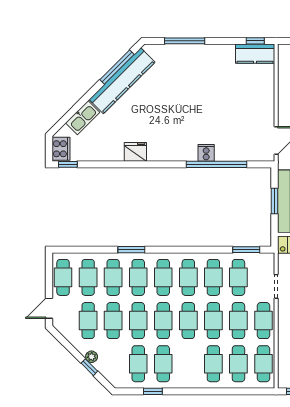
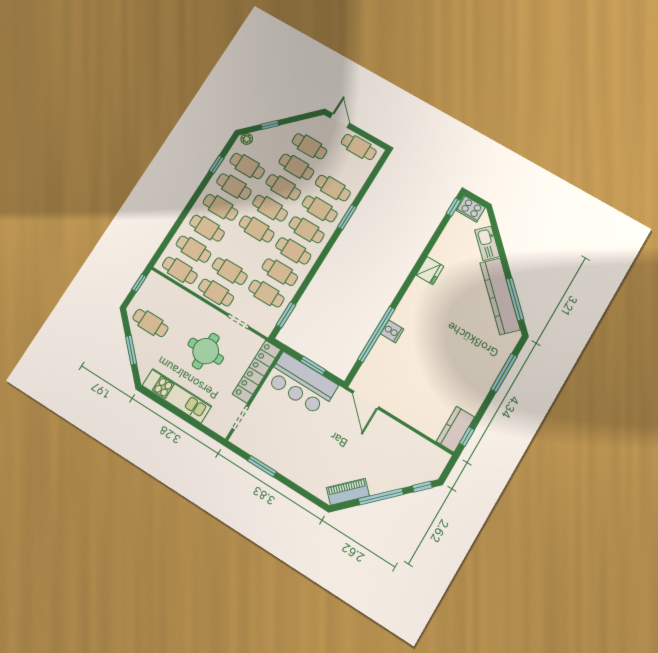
cafe table: (88, 277) -> (346, 167), removed
cafe table: (213, 321) -> (221, 207), moved
plant: (92, 357) -> (247, 139), moved

